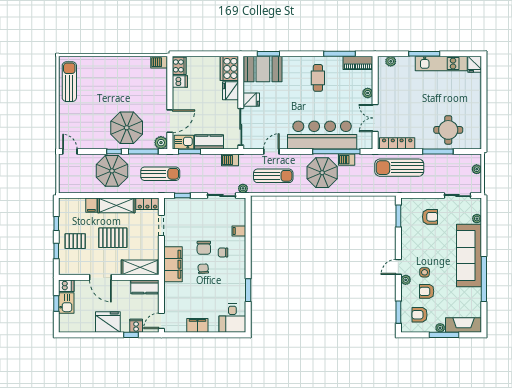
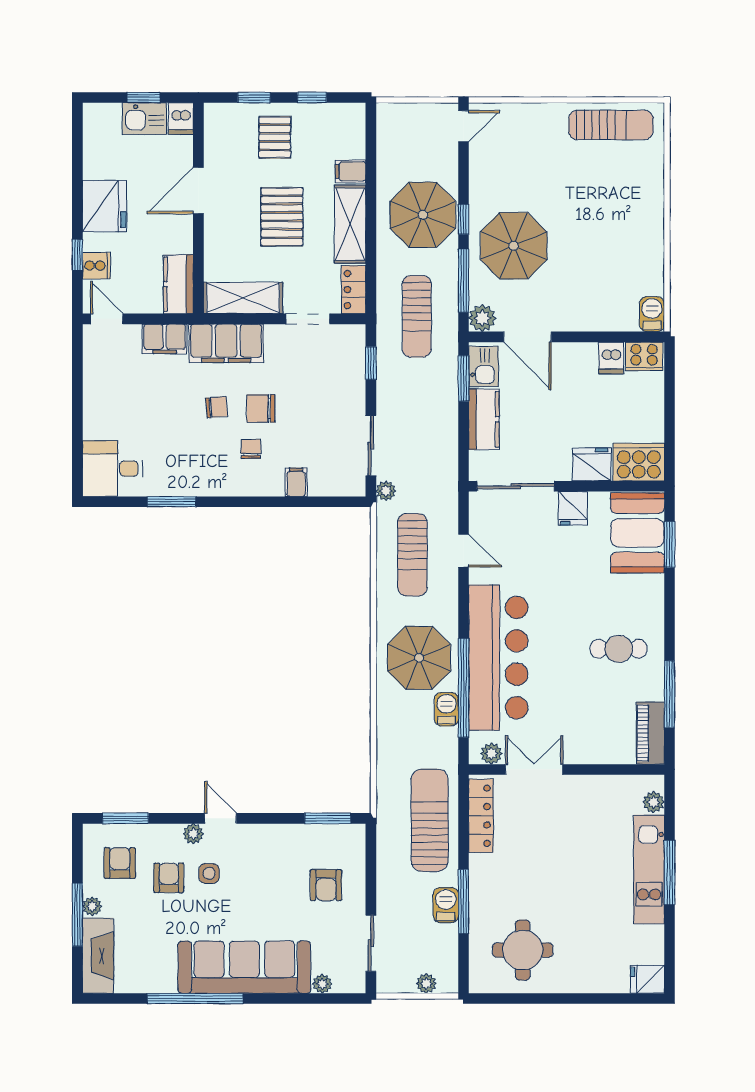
kitchen unit: (441, 64) -> (649, 869), moved
plant: (368, 93) -> (491, 754), moved
round table: (448, 130) -> (523, 950), moved
barbecue: (230, 160) -> (446, 905), moved
shelving: (140, 267) -> (243, 298), moved, turned 90
filing cabinet: (197, 325) -> (165, 339), moved, turned 90

